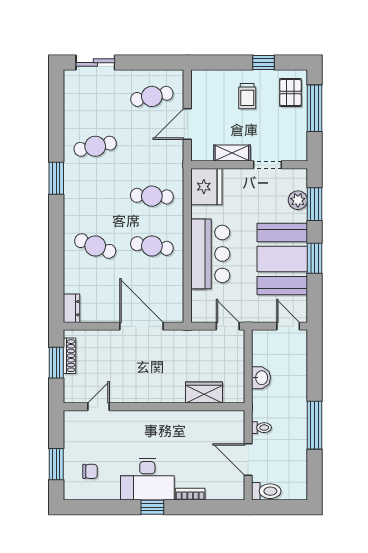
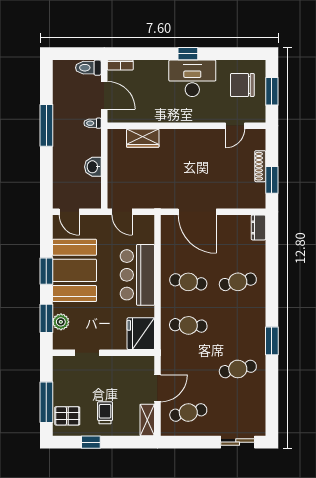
pallet: (290, 92) -> (67, 416), turned 90
shelving: (232, 153) -> (147, 420), moved, turned 90
cafe table: (95, 246) -> (238, 282), turned -33
shoe rack: (70, 356) -> (260, 166), moved
wardrobe: (204, 393) -> (143, 138), moved
door: (98, 407) -> (235, 126), moved
wall: (154, 407) -> (186, 126), moved
chair: (90, 471) -> (242, 85), width x1.87, depth x1.87
bookcase: (190, 494) -> (120, 65), moved

